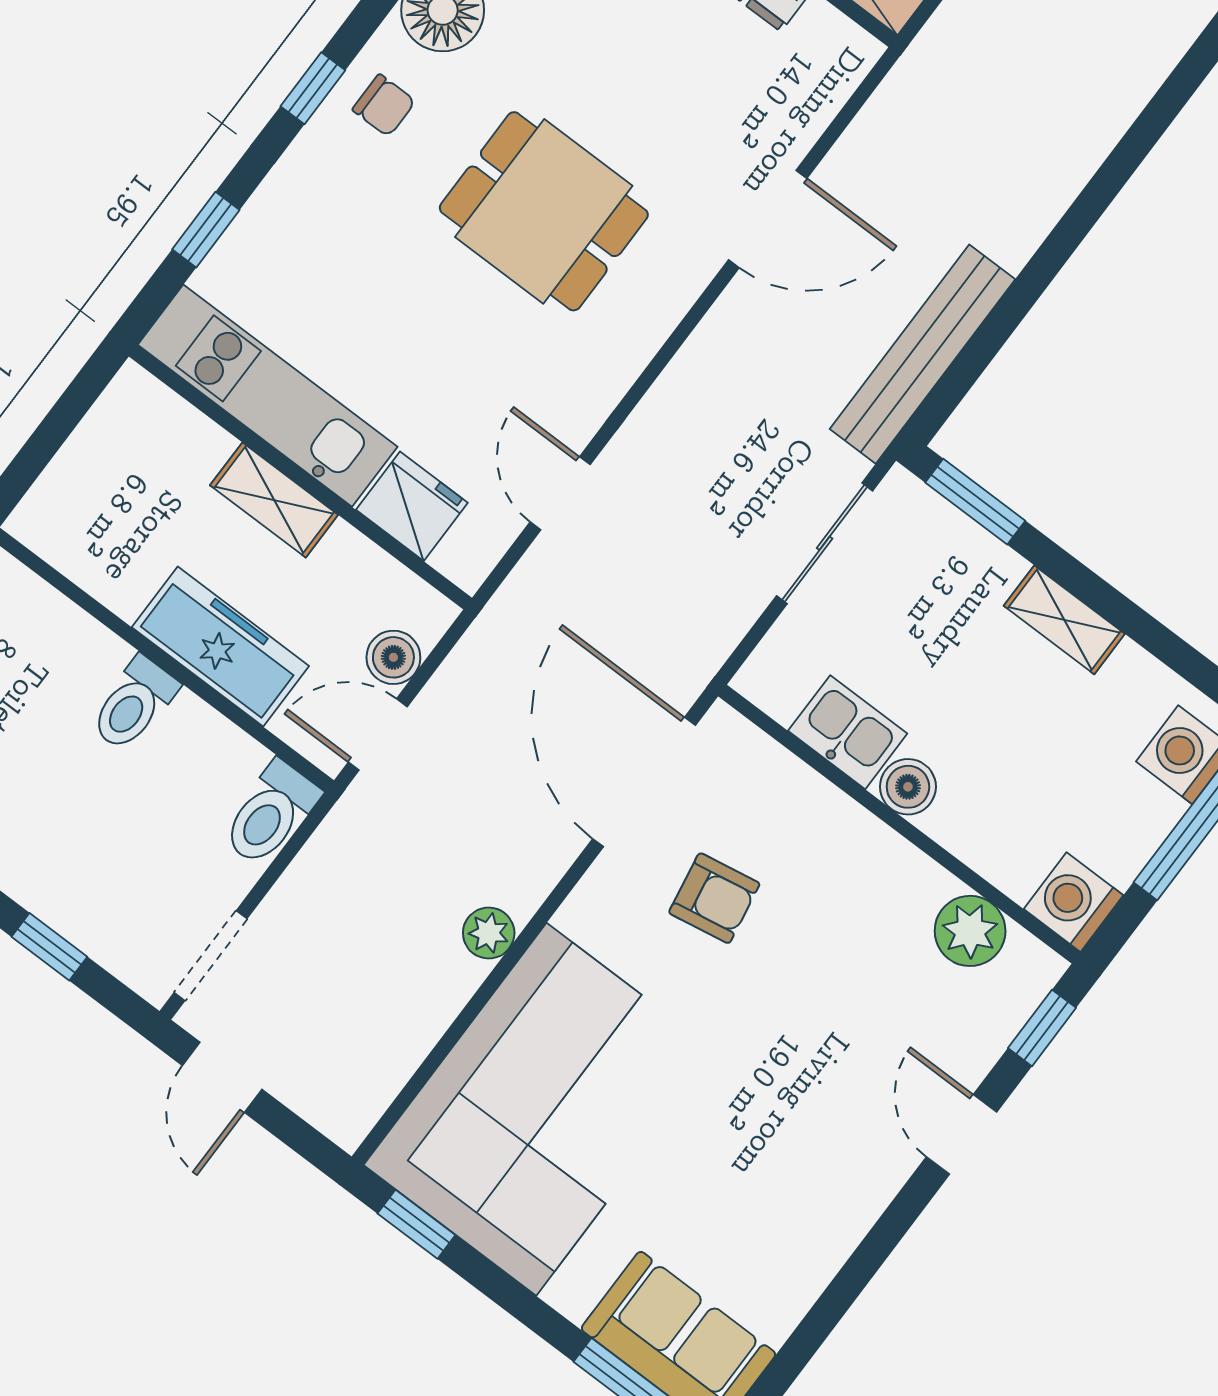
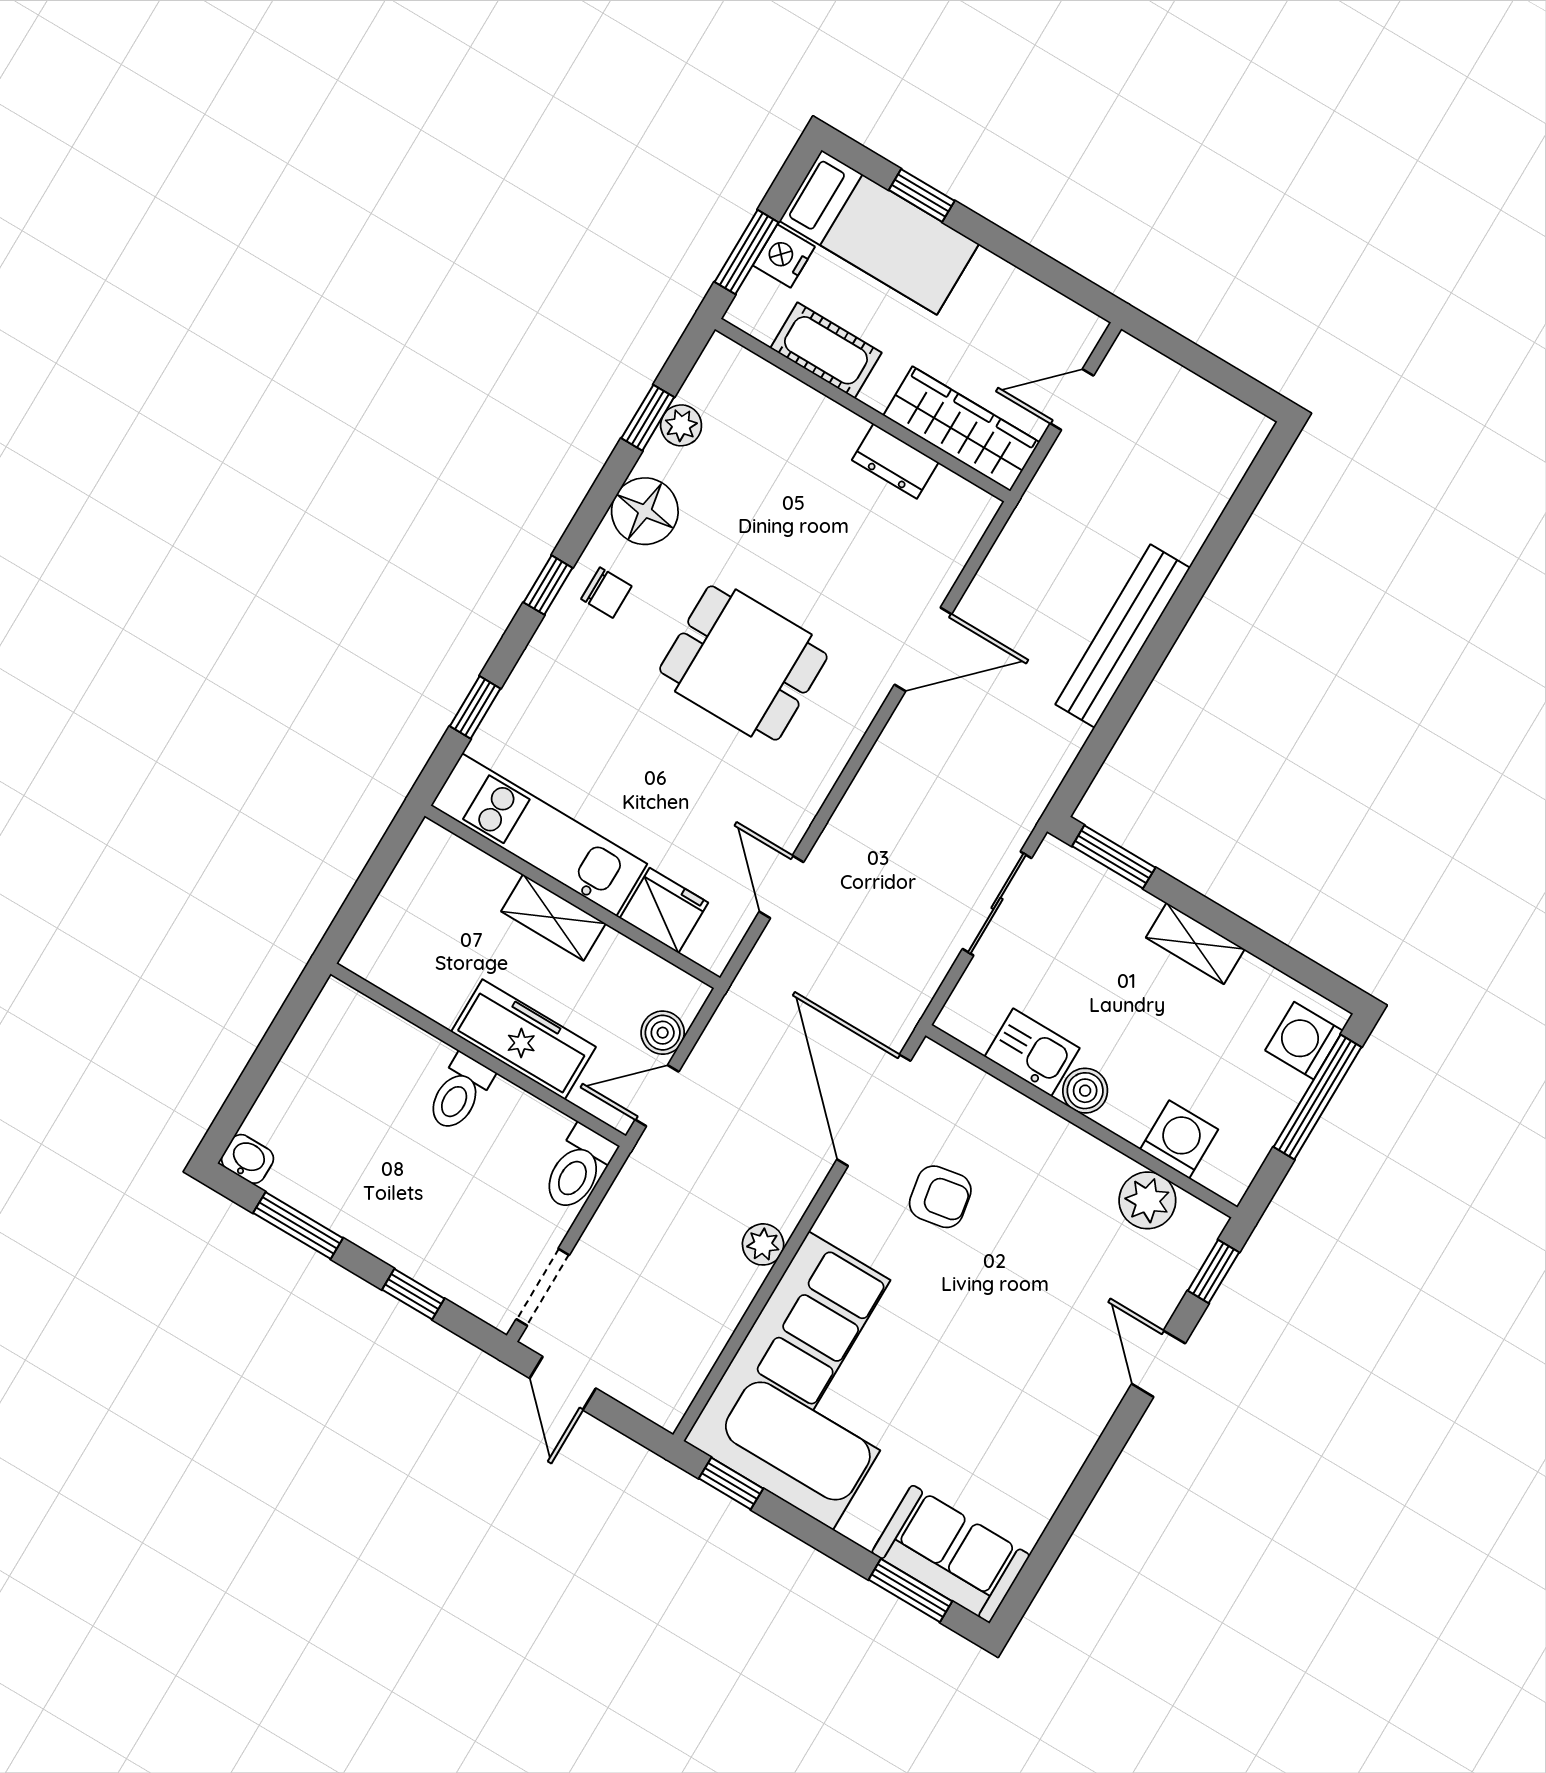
bench: (922, 354) -> (1123, 636), moved
washing machine: (1074, 902) -> (1179, 1139), moved, turned 90

